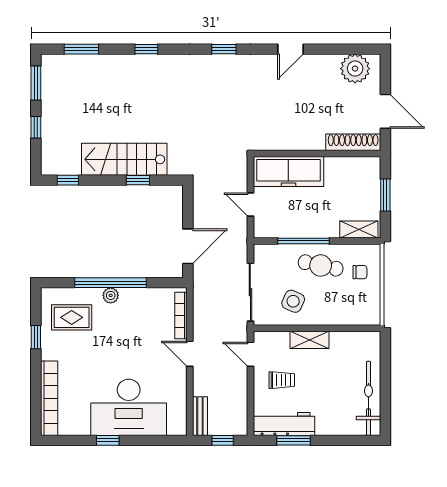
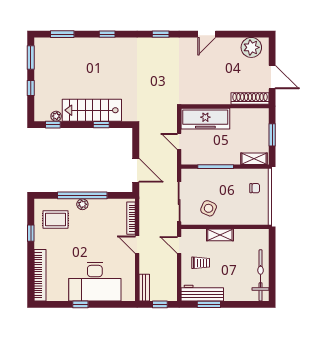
plant: (73, 168) -> (56, 116), added
door: (188, 246) -> (136, 170), hinge flipped
cafe table: (321, 265) -> (228, 184), removed

